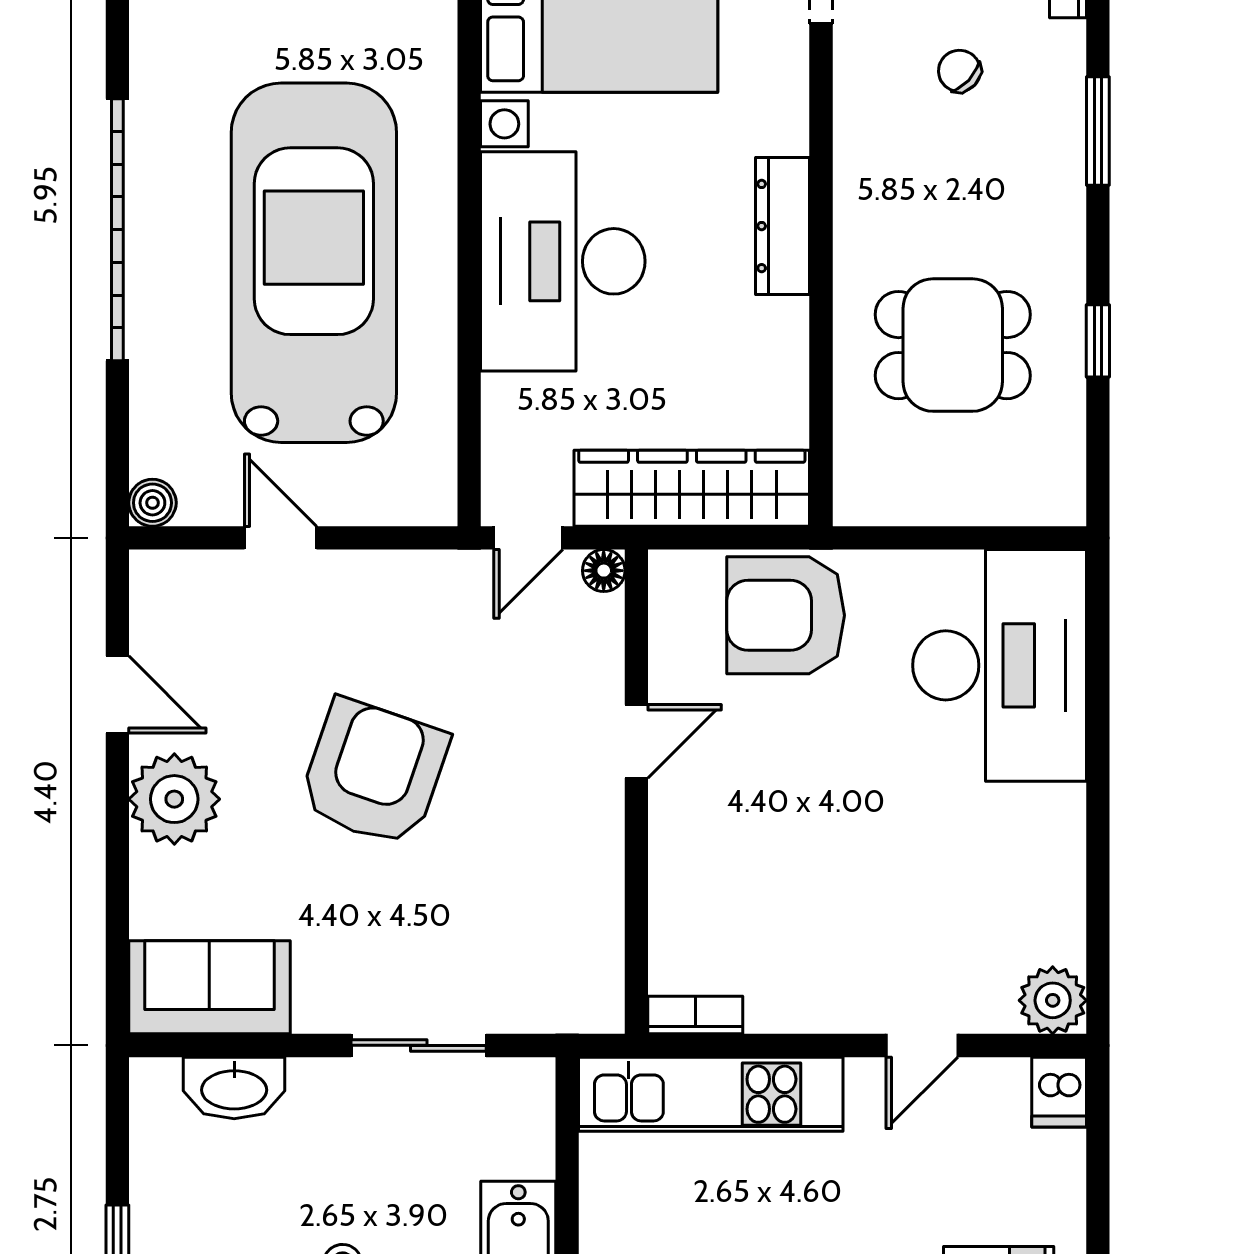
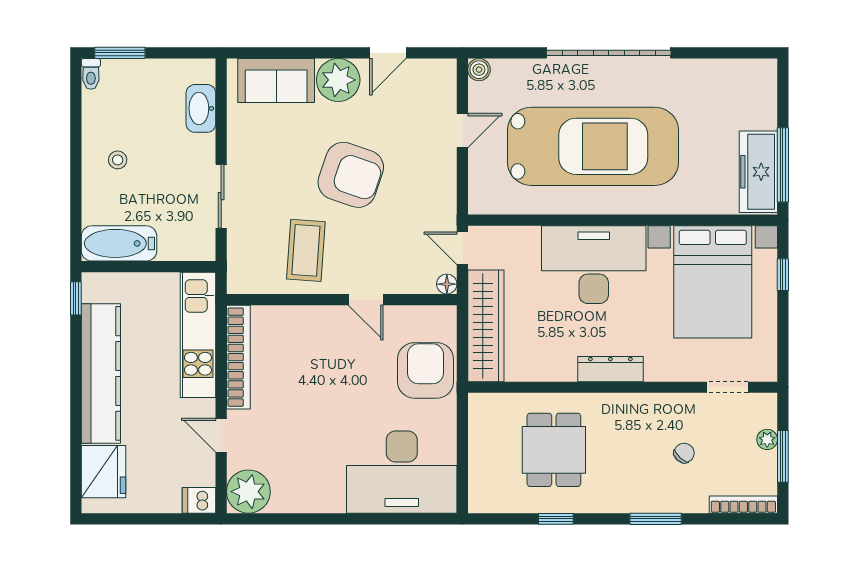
coffee table: (533, 867) -> (306, 250), added
sofa: (209, 987) -> (276, 81), moved, turned 90
plant: (1053, 1000) -> (248, 492), width x1.36, depth x1.36
bookcase: (695, 1015) -> (238, 357), width x2.31, depth x1.31

